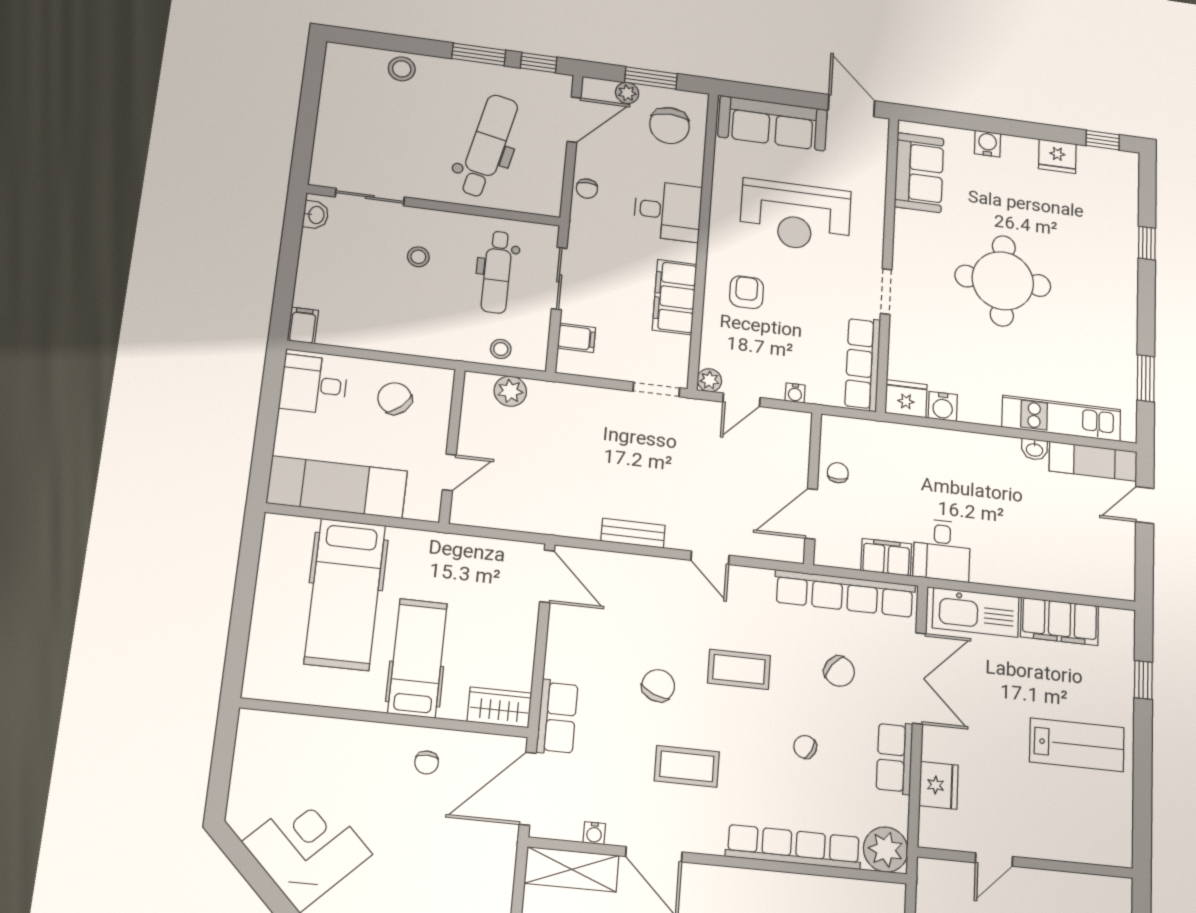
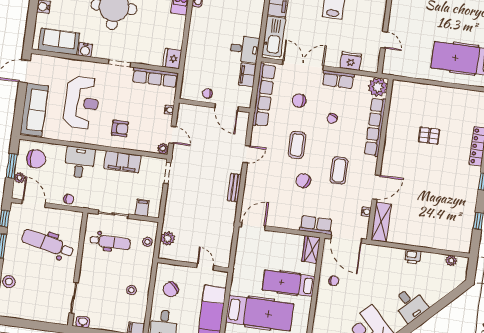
stool: (418, 257) -> (131, 290), moved
armchair: (747, 292) -> (120, 129), turned 180
water cooler: (943, 406) -> (85, 50), moved, turned 90
chair: (839, 671) -> (299, 101), turned -127

